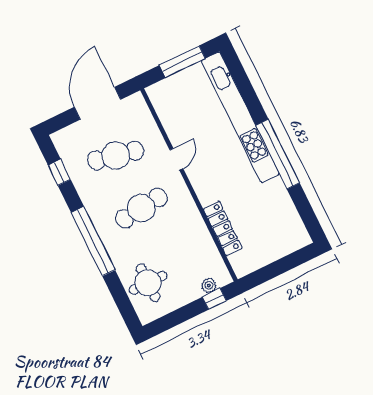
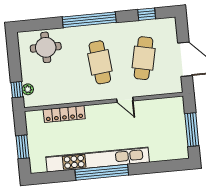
kitchen unit: (240, 117) -> (98, 160), moved
window: (283, 265) -> (22, 147), added

